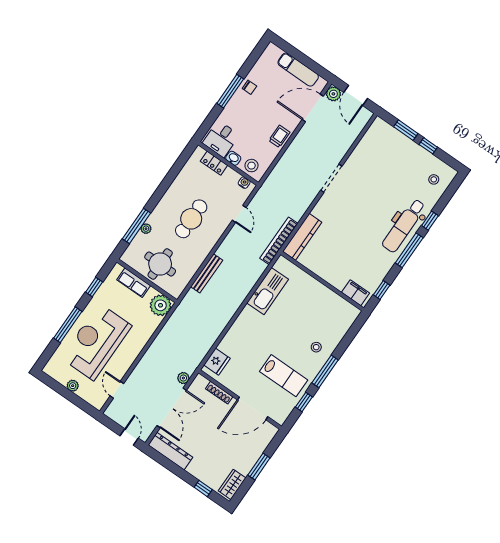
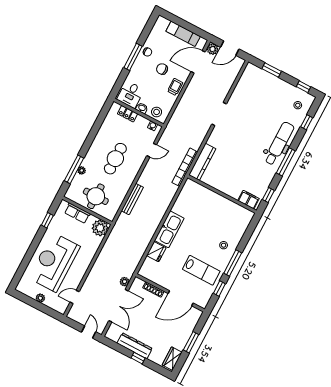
door: (356, 95) -> (230, 48), hinge flipped
chair: (265, 111) -> (162, 69), added
window: (428, 146) -> (303, 87), moved
door: (239, 214) -> (152, 150), hinge flipped
window: (430, 221) -> (307, 122), moved
dental chair: (404, 226) -> (279, 144), turned 180
kitchen sink: (268, 291) -> (169, 229), moved
window: (68, 325) -> (31, 252), removed
fridge: (217, 362) -> (156, 252), moved
door: (117, 390) -> (75, 297), hinge flipped
dresser: (170, 451) -> (135, 346), moved
window: (203, 488) -> (138, 358), moved

